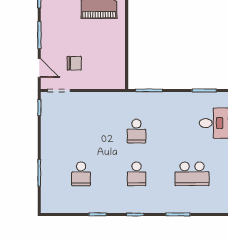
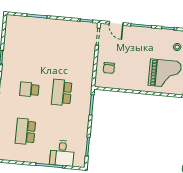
chair: (74, 63) -> (109, 68), moved
door: (39, 68) -> (116, 23), hinge flipped
school desk: (136, 131) -> (62, 93), width x1.85
school desk: (81, 174) -> (33, 48), removed

